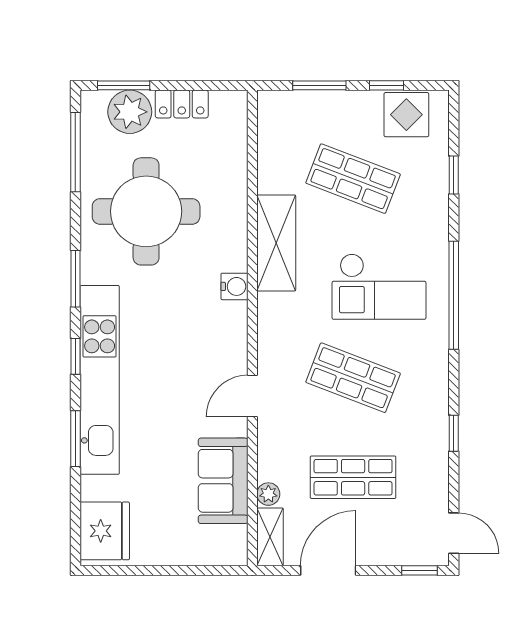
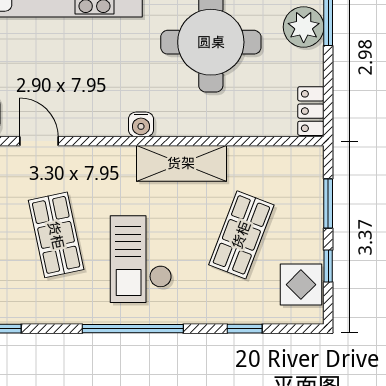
locker: (182, 104) -> (311, 111), moved
shop shelf: (353, 378) -> (56, 235), turned -33

